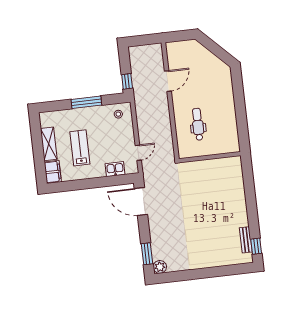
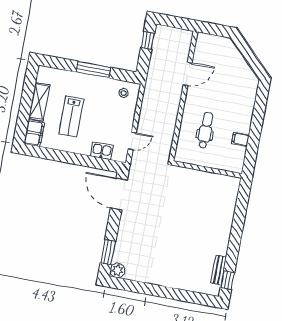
window: (127, 81) -> (148, 40), moved
filing cabinet: (230, 123) -> (240, 139), added
lab bench: (80, 148) -> (71, 116), turned 180

